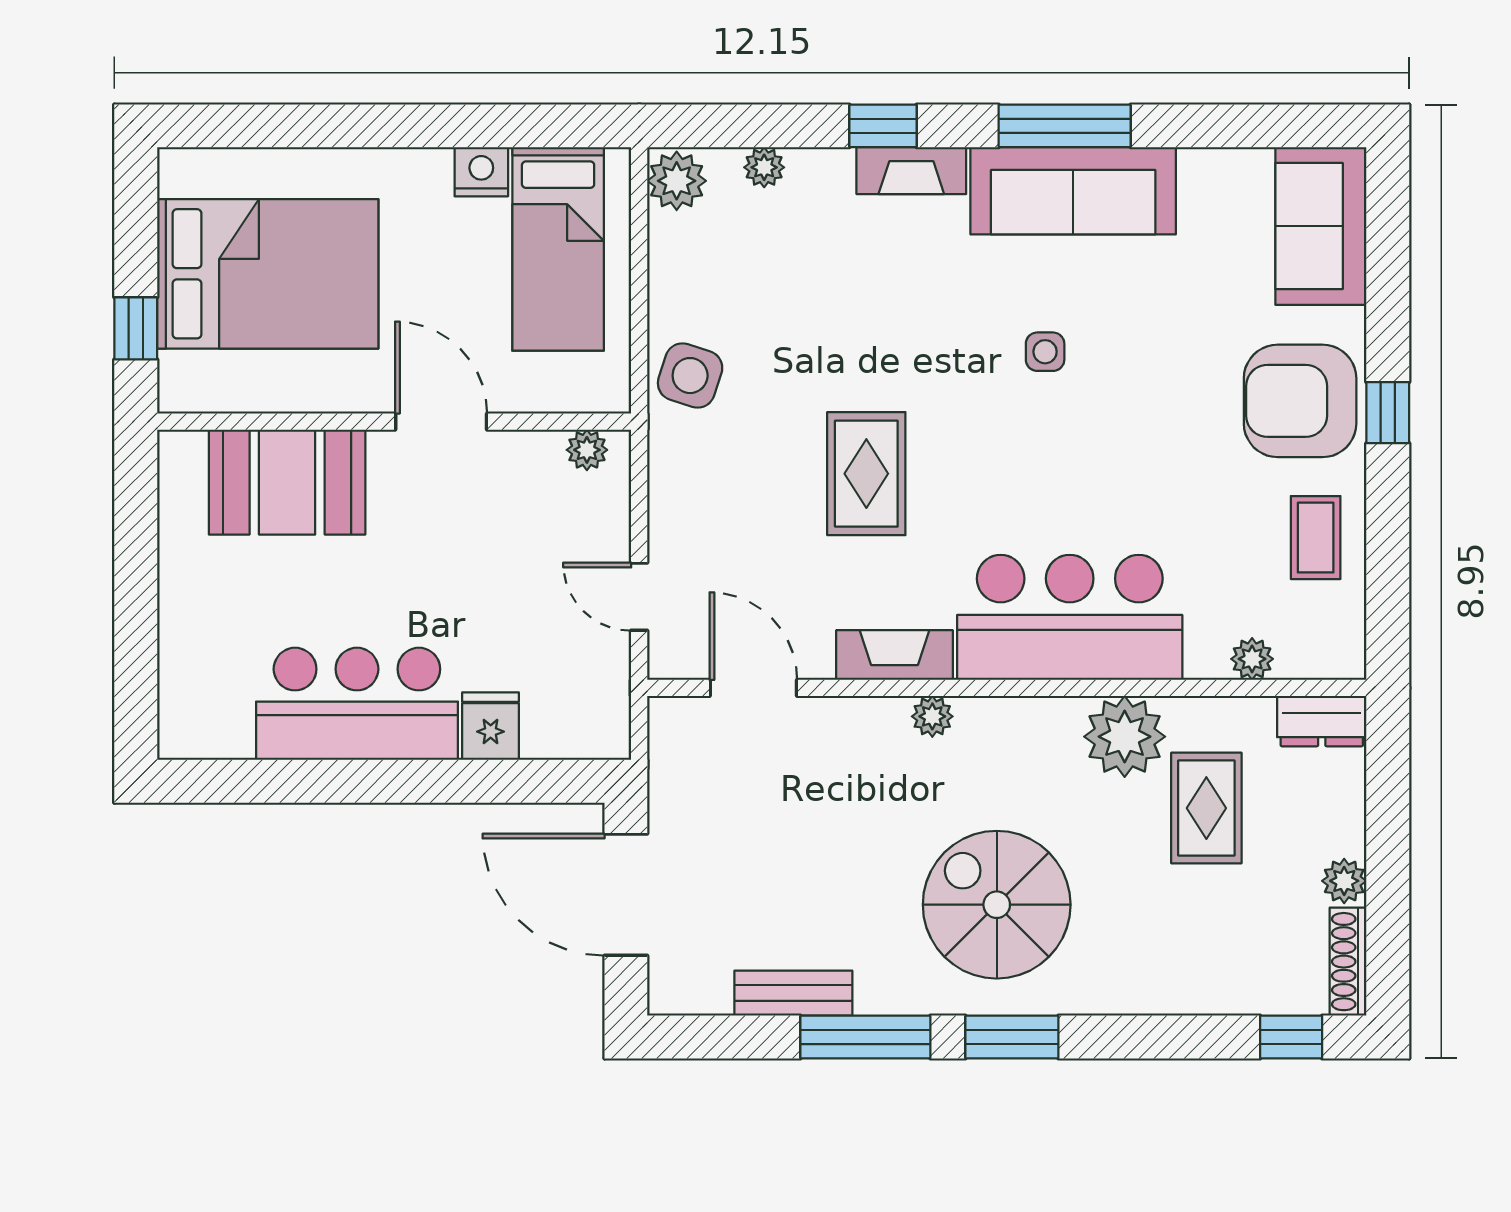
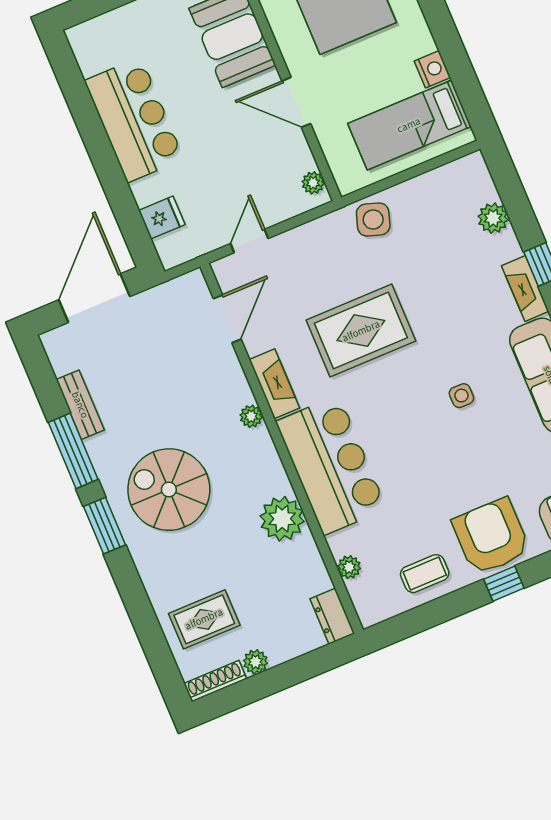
plant: (764, 167) -> (493, 218), width x1.38, depth x1.38
plant: (677, 181) -> (470, 171), removed
door: (441, 422) -> (296, 102), swing flipped
rug: (866, 474) -> (361, 331), width x1.36, depth x1.43
fridge: (491, 726) -> (162, 218), moved
rug: (1206, 808) -> (204, 619), moved
spiral stairs: (997, 905) -> (169, 490), turned -90
window: (1291, 1037) -> (165, 668), removed

